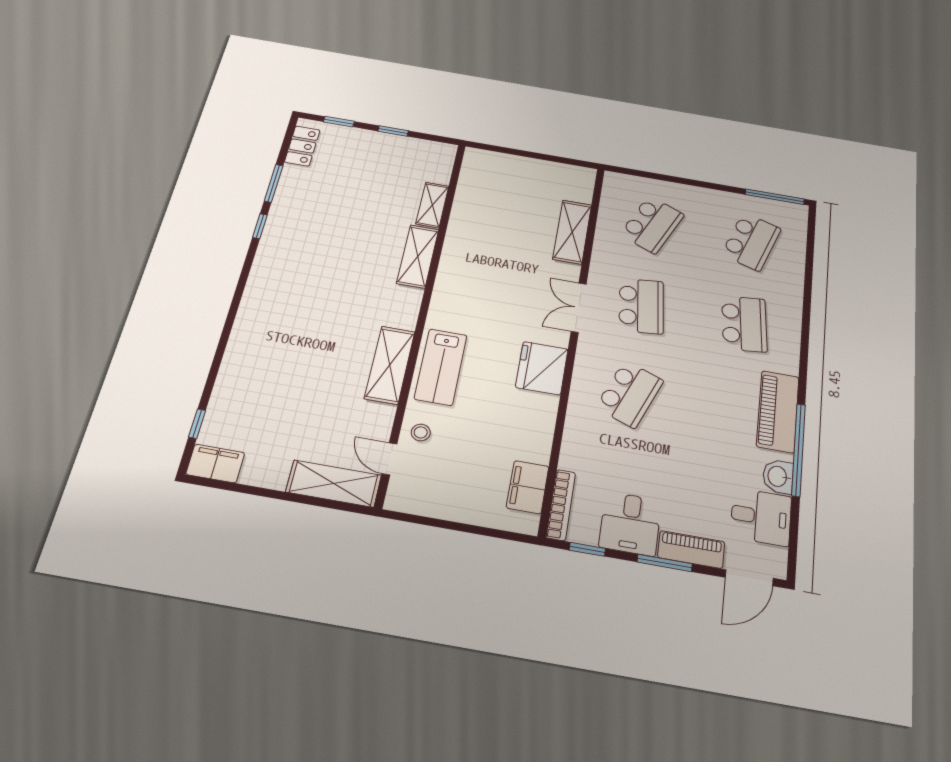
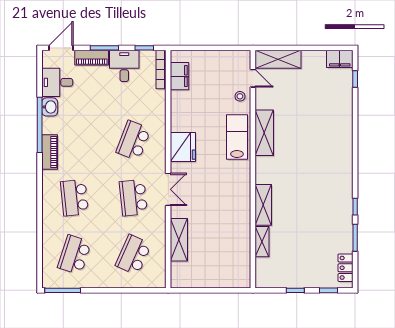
piano: (778, 411) -> (50, 152), width x0.73, depth x0.75

